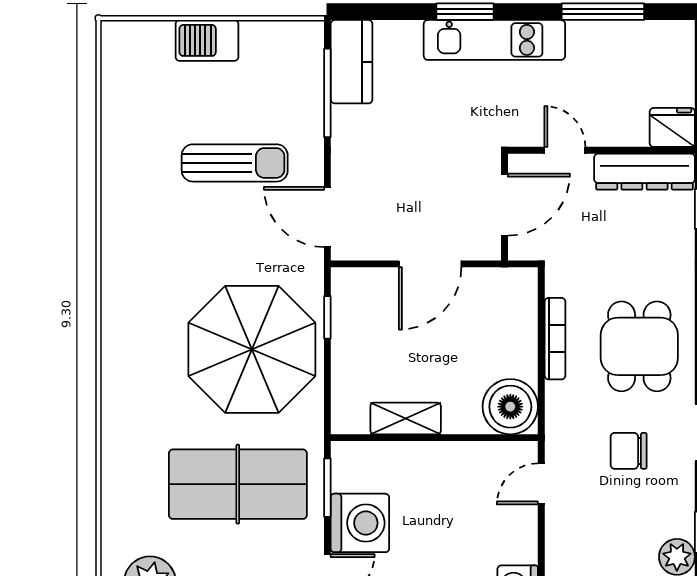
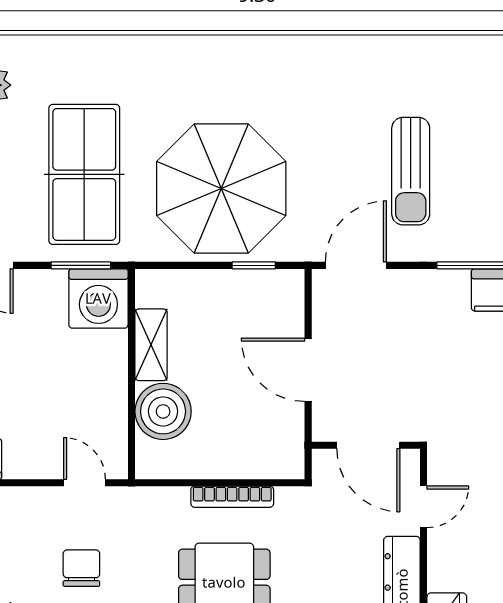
boiler: (510, 407) -> (163, 411), moved
chair: (629, 451) -> (81, 568), moved
washing machine: (360, 523) -> (98, 298), moved

